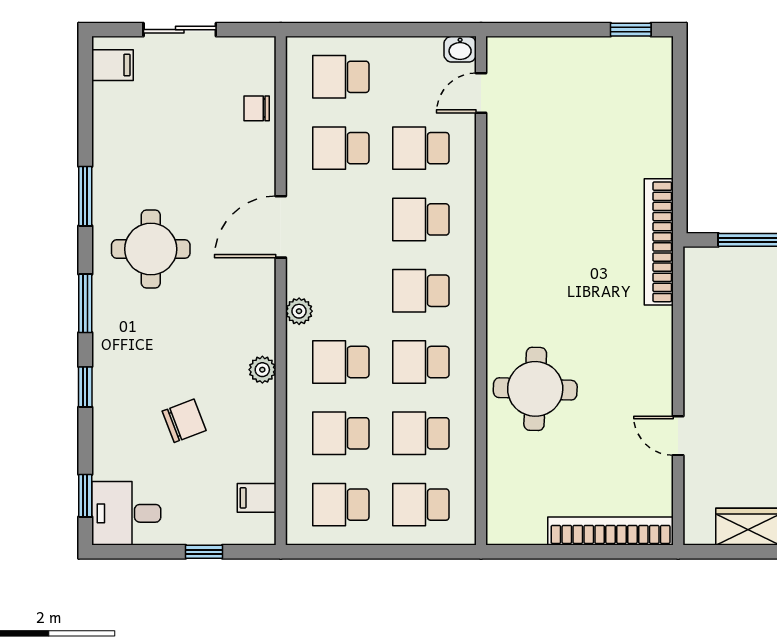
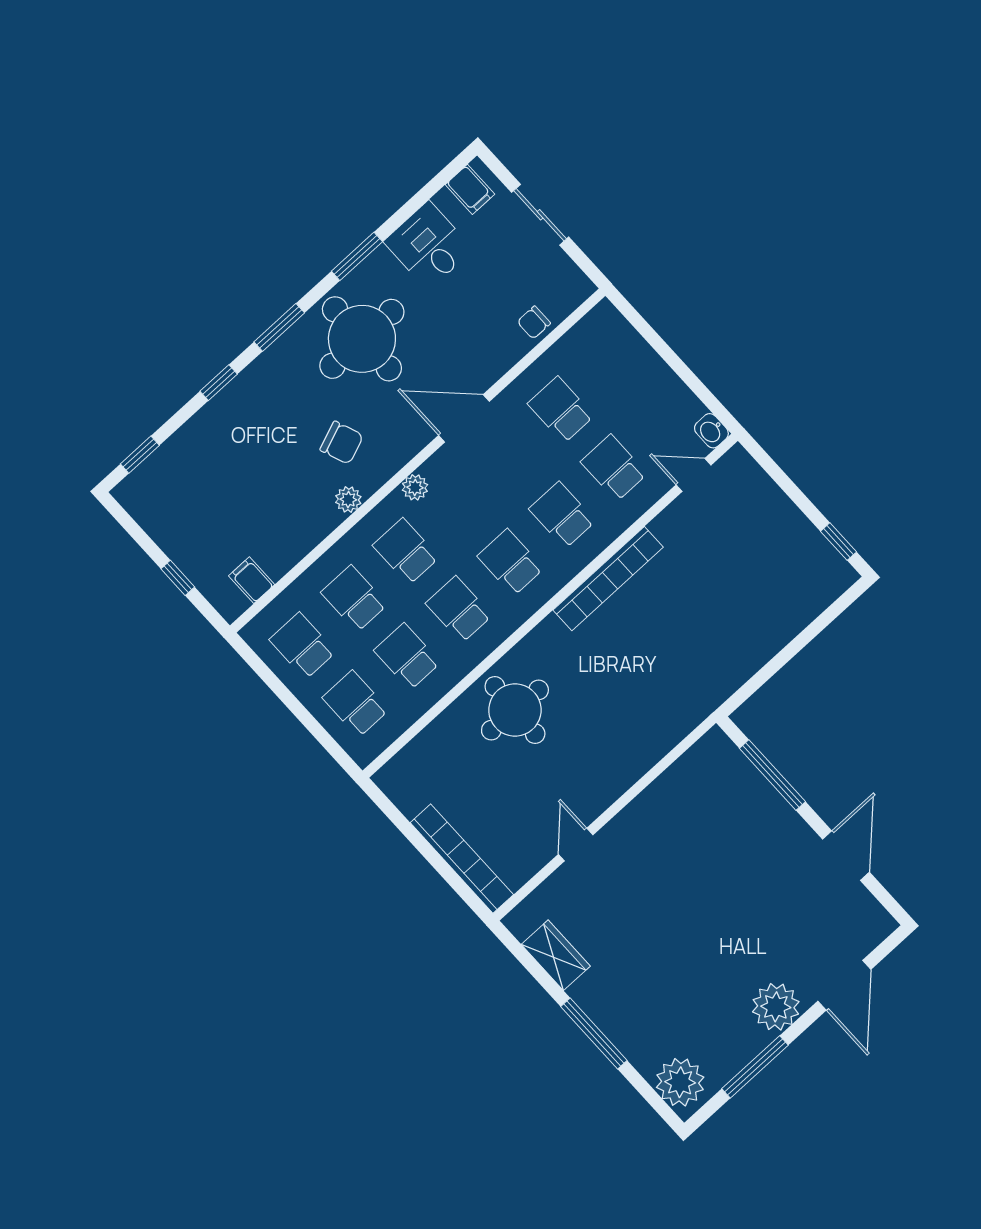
school desk: (341, 77) -> (612, 363), removed
chair: (257, 108) -> (534, 322), turned -90
bookcase: (659, 242) -> (608, 579), moved, turned 180
round table: (151, 249) -> (362, 339), width x1.36, depth x1.36
chair: (184, 421) -> (342, 443), moved
desk: (126, 513) -> (428, 246), moved

